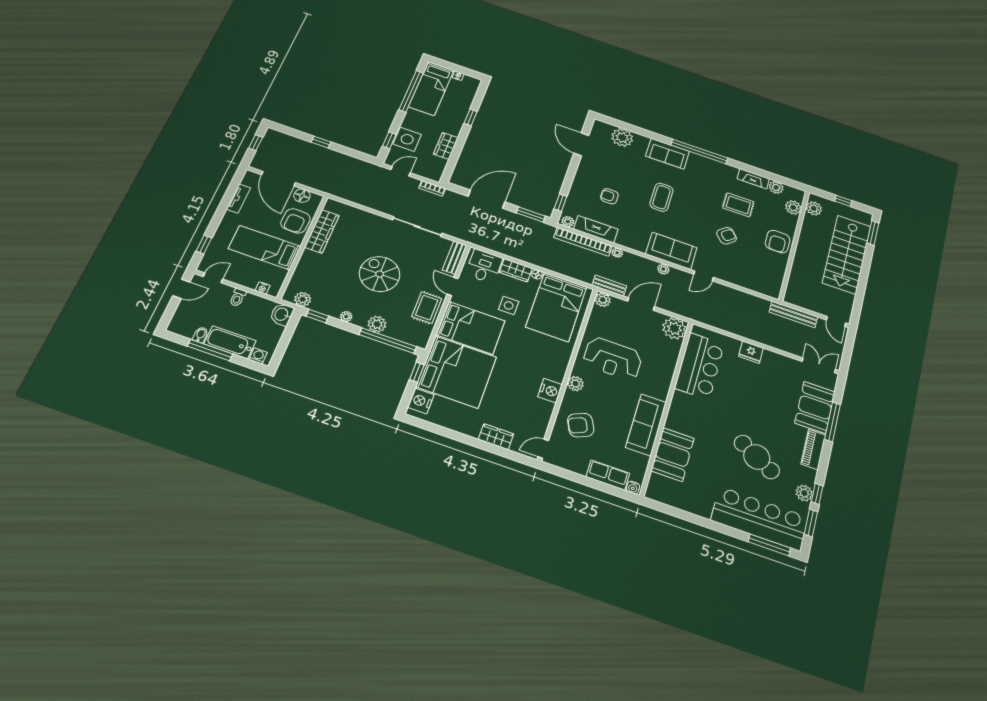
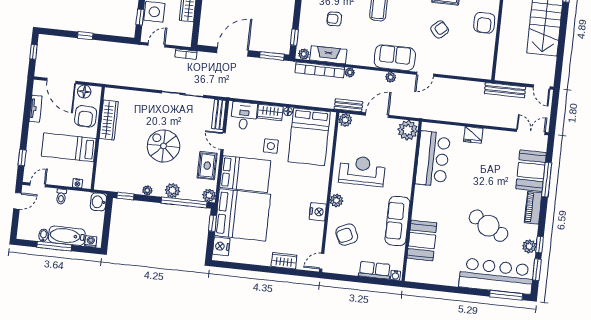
plant: (303, 299) -> (209, 195), moved
reception desk: (613, 359) -> (362, 171), turned 180

